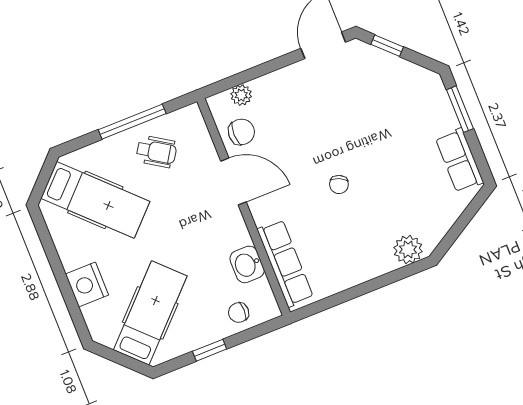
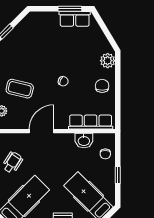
window: (460, 109) -> (70, 9), moved
coffee table: (294, 112) -> (20, 89), added
chair: (241, 132) -> (102, 86), moved

